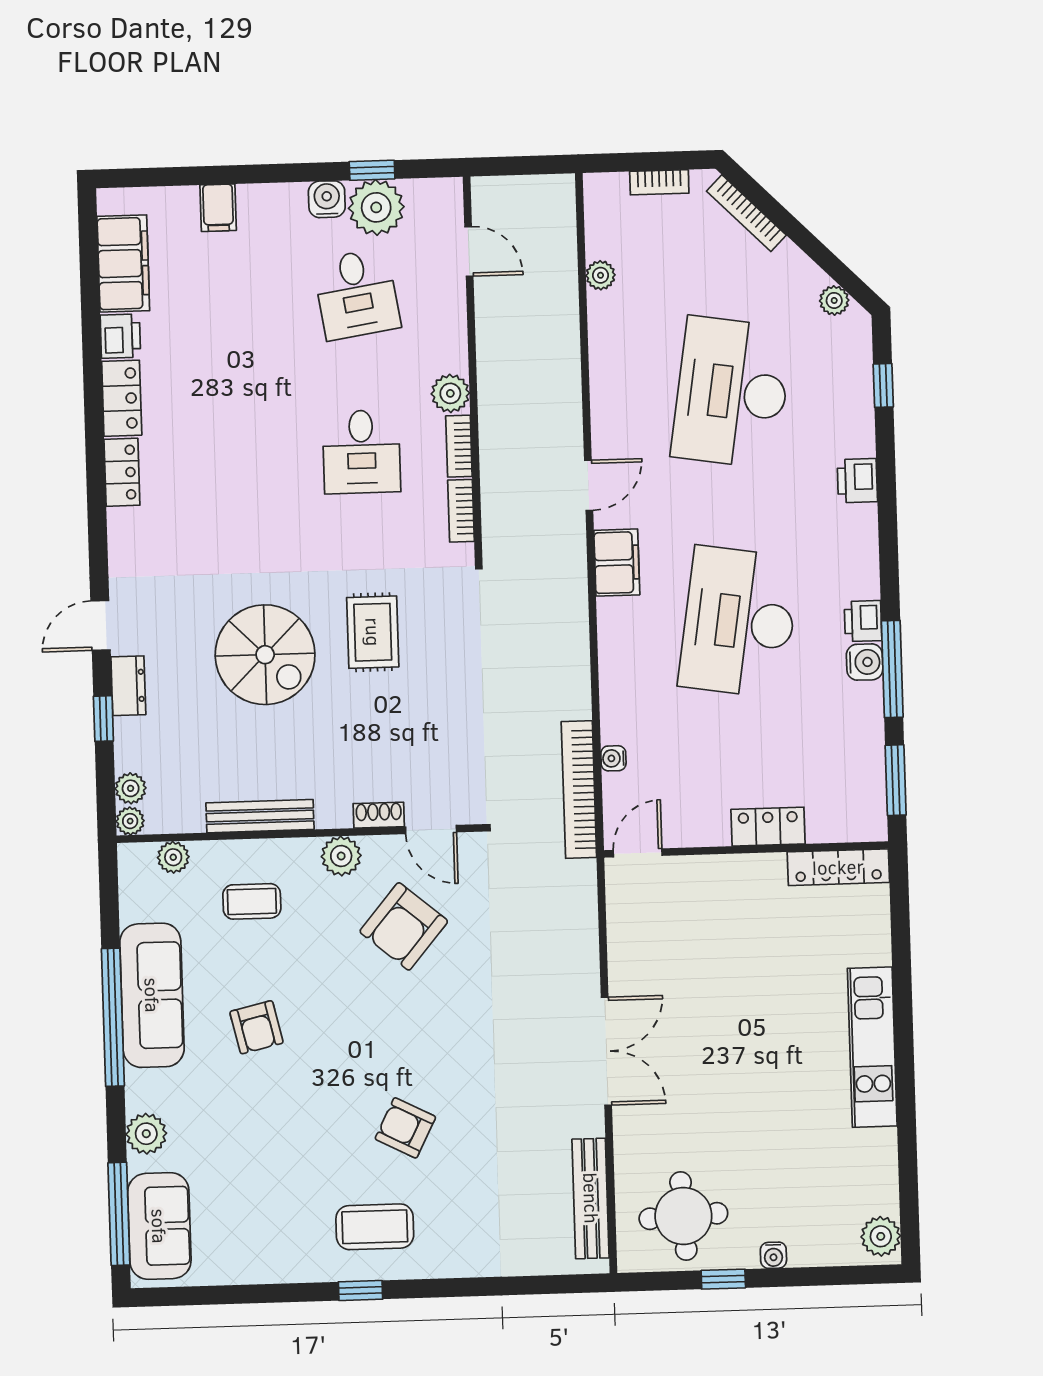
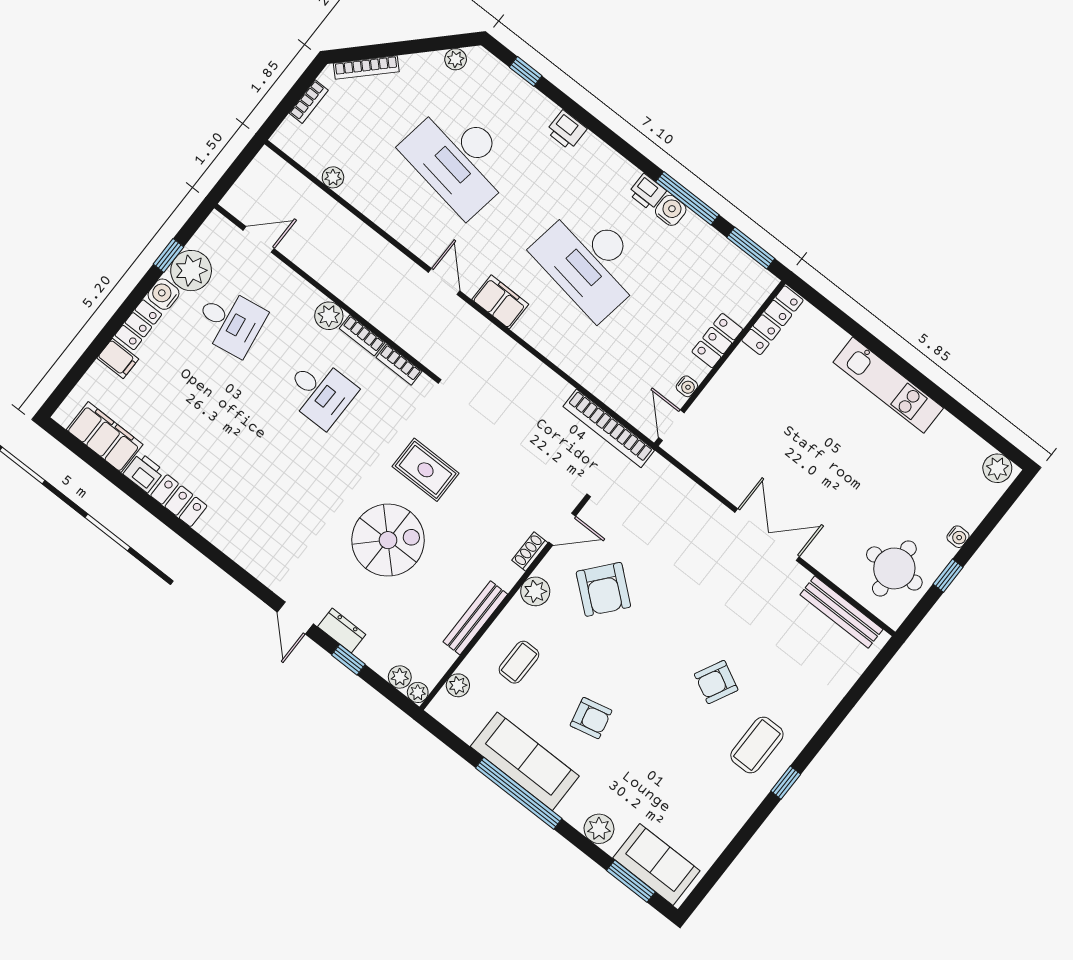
locker: (122, 472) -> (138, 325), moved, turned 90
water cooler: (613, 758) -> (687, 386), moved, turned -90
window: (119, 1214) -> (631, 881), width x0.69

